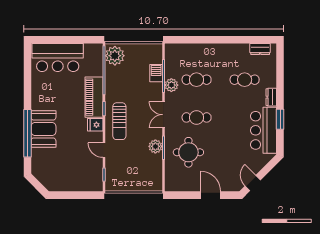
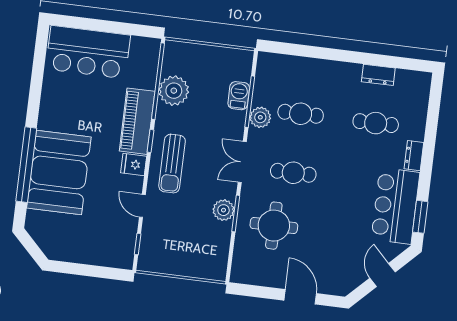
dresser: (260, 49) -> (378, 75), moved
plant: (115, 56) -> (174, 91), moved
window: (280, 119) -> (420, 217), moved
booth: (43, 129) -> (59, 172), width x1.36, depth x1.42
door: (253, 183) -> (383, 275), moved

